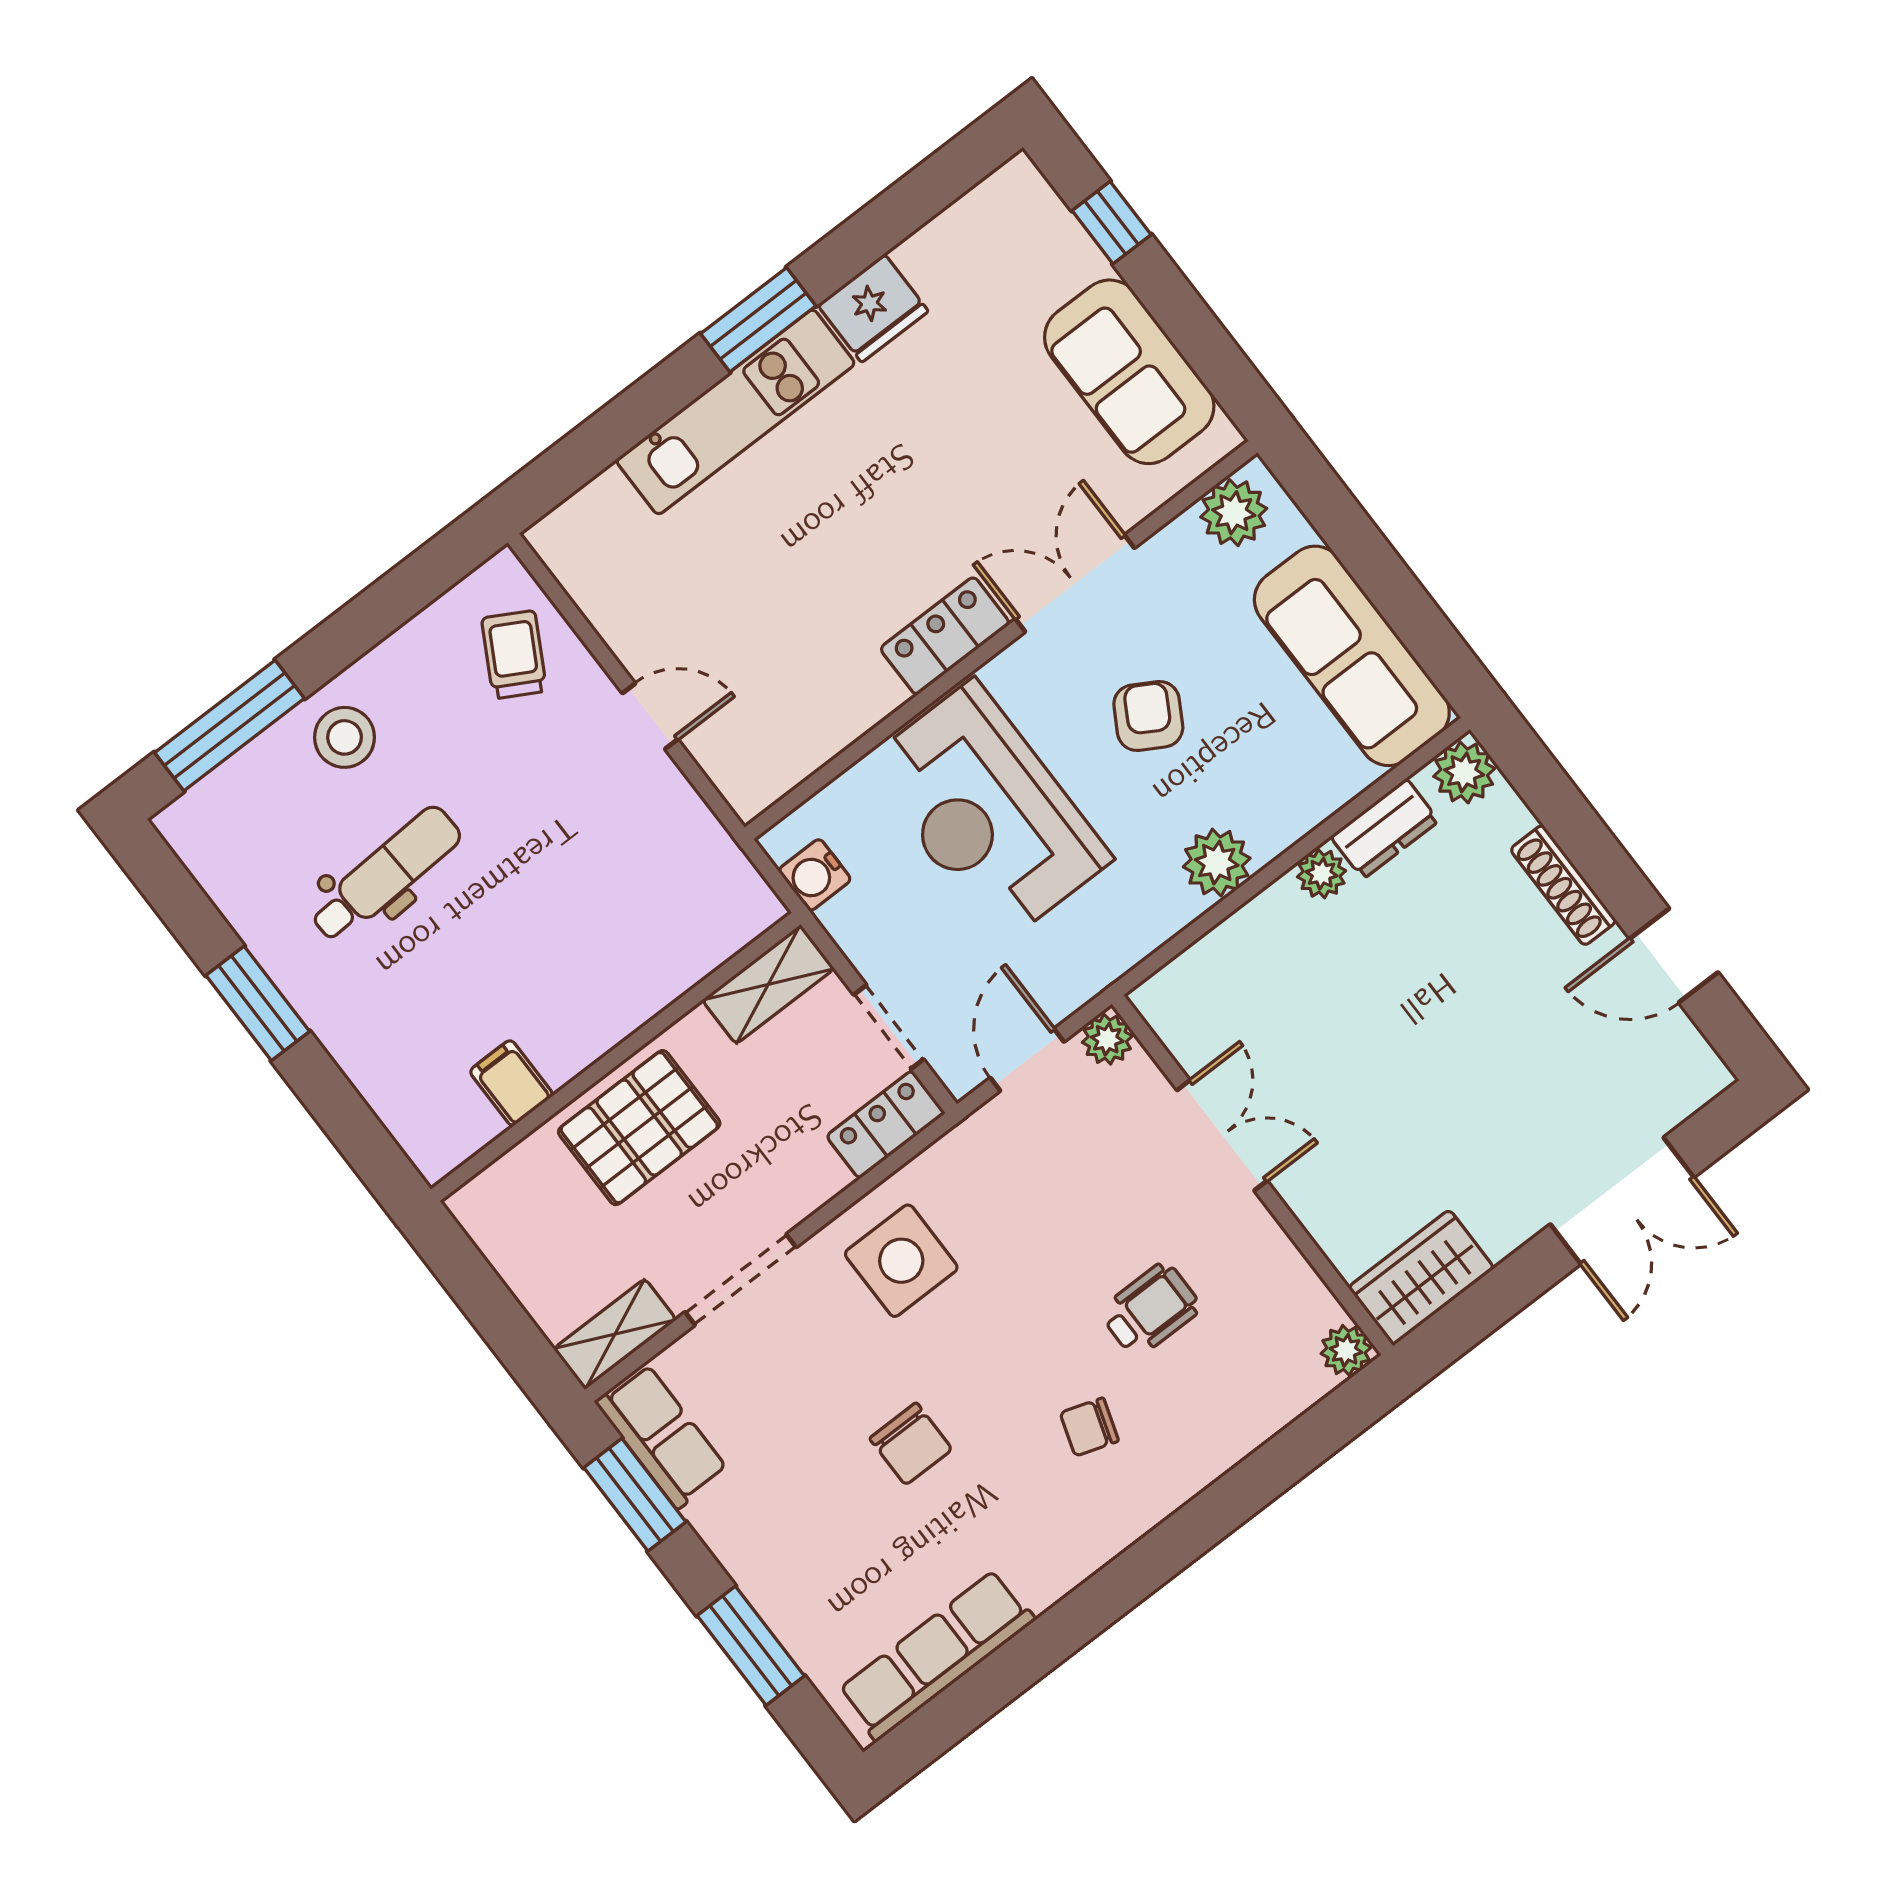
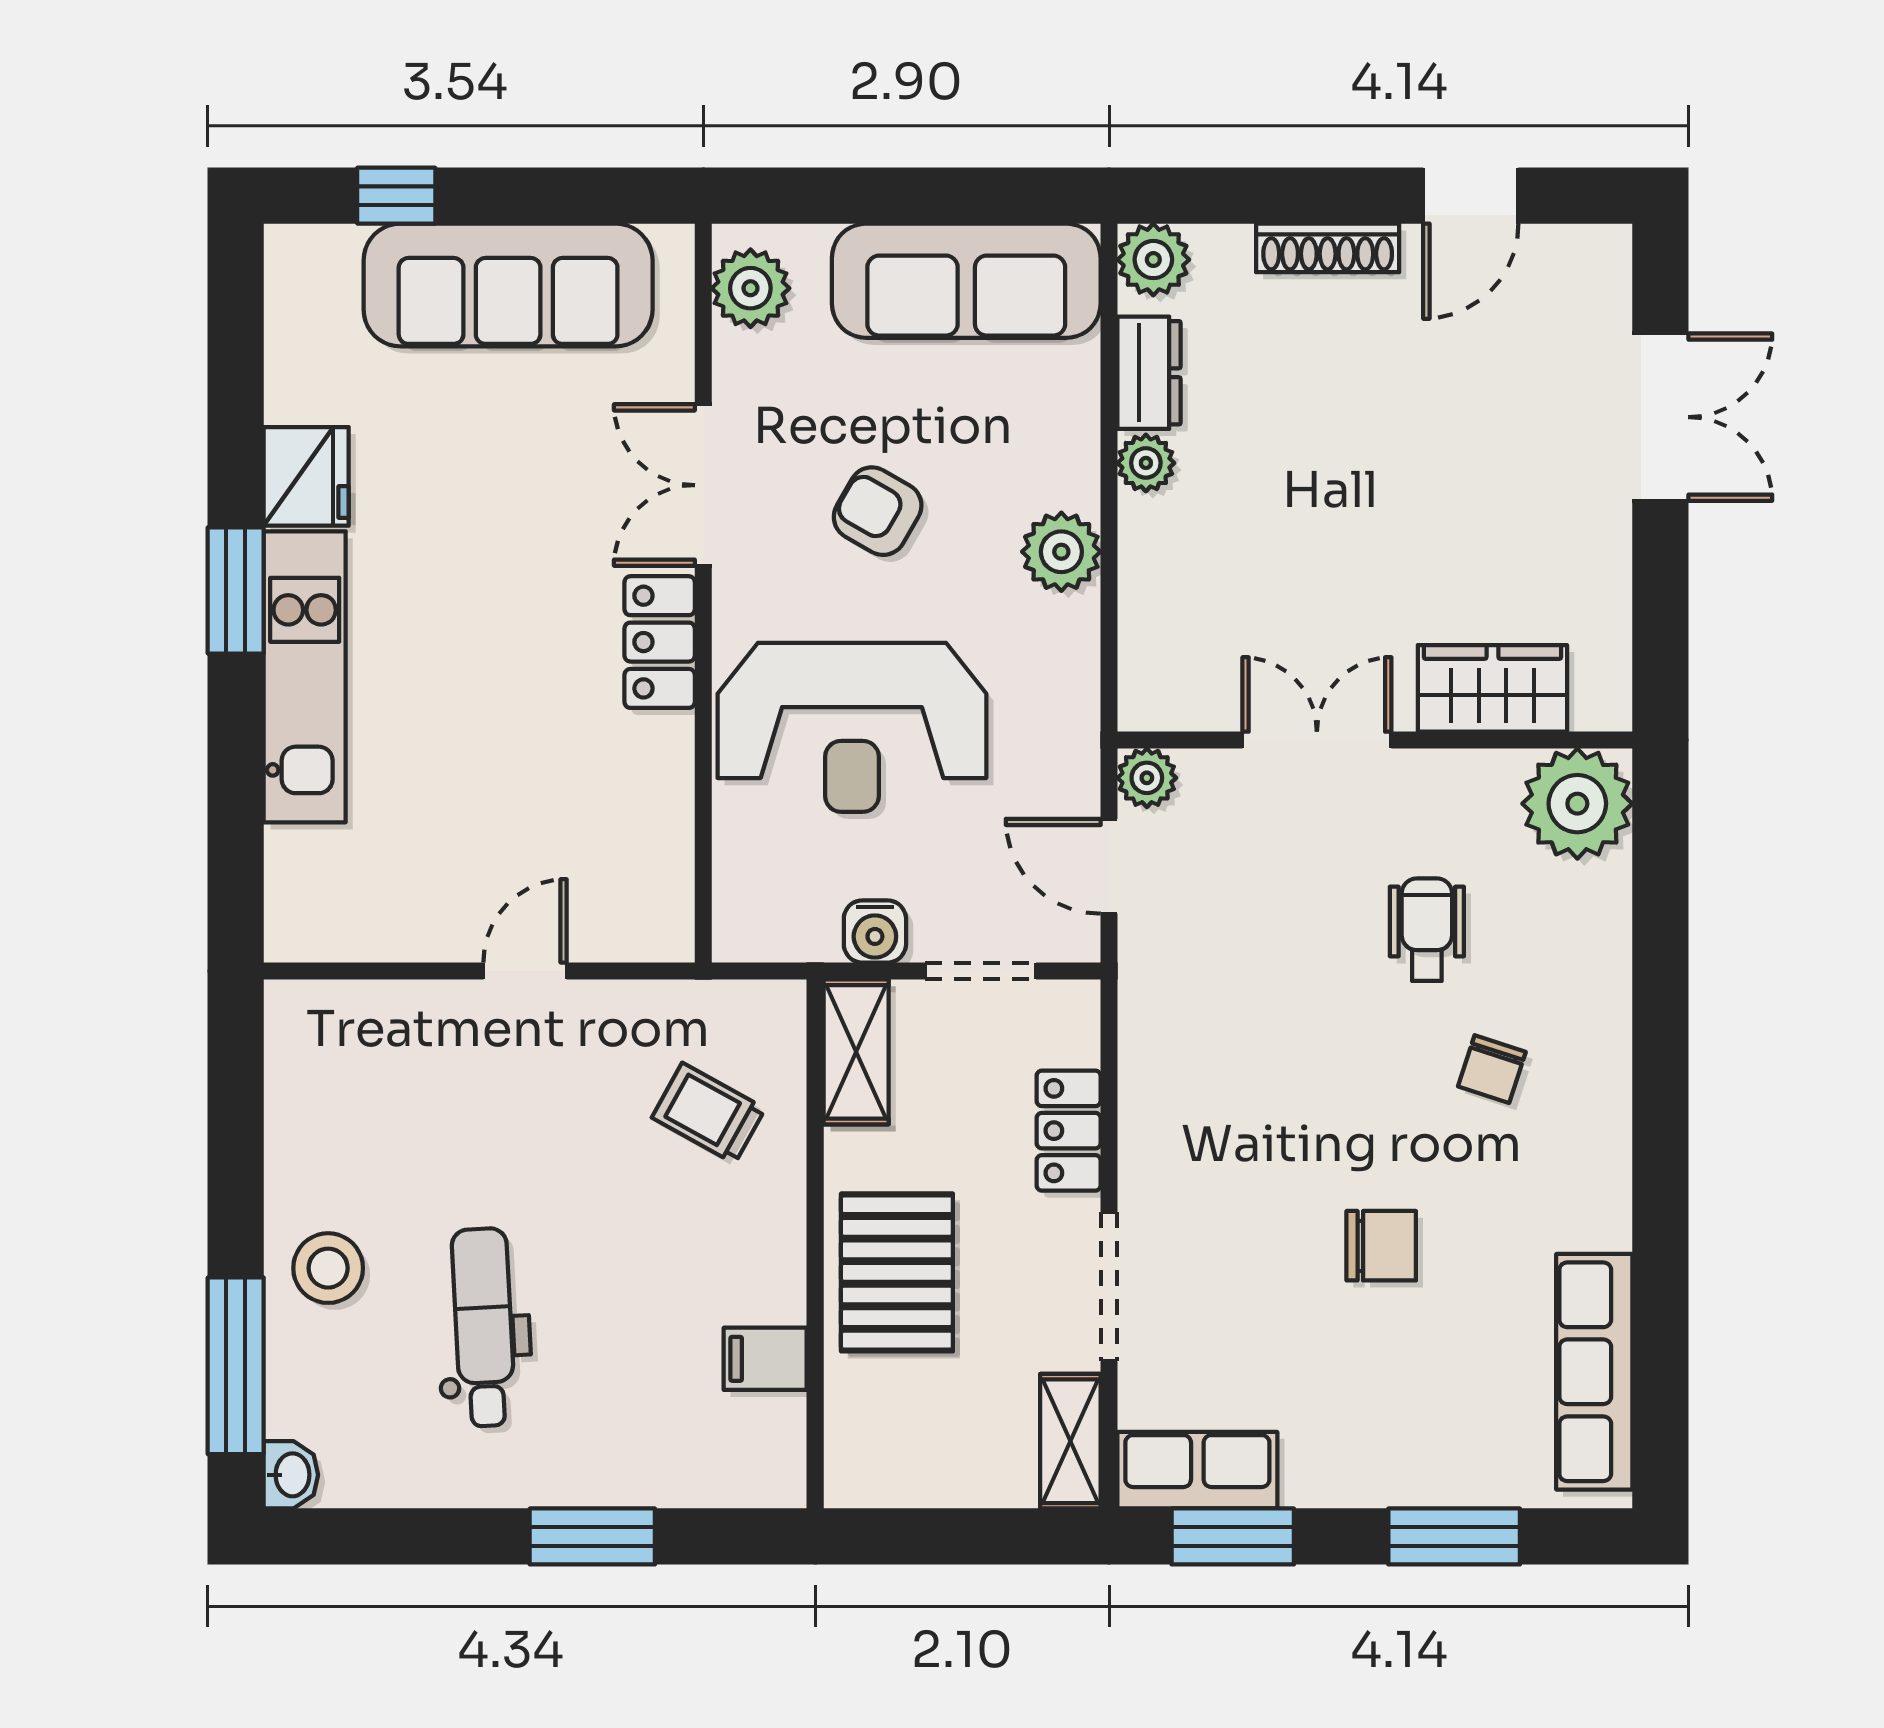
sofa: (1129, 372) -> (508, 285), width x1.36
trolley: (514, 655) -> (708, 1113), moved
washbasin: (184, 820) -> (291, 1475), added
water cooler: (815, 875) -> (875, 931), moved
window: (258, 1003) -> (592, 1536), moved
locker: (886, 1125) -> (1069, 1131), moved
side table: (901, 1261) -> (1205, 1125), removed
wardrobe: (1421, 1278) -> (1492, 688), moved, turned 90
plant: (1346, 1350) -> (1577, 804), width x1.87, depth x1.87

